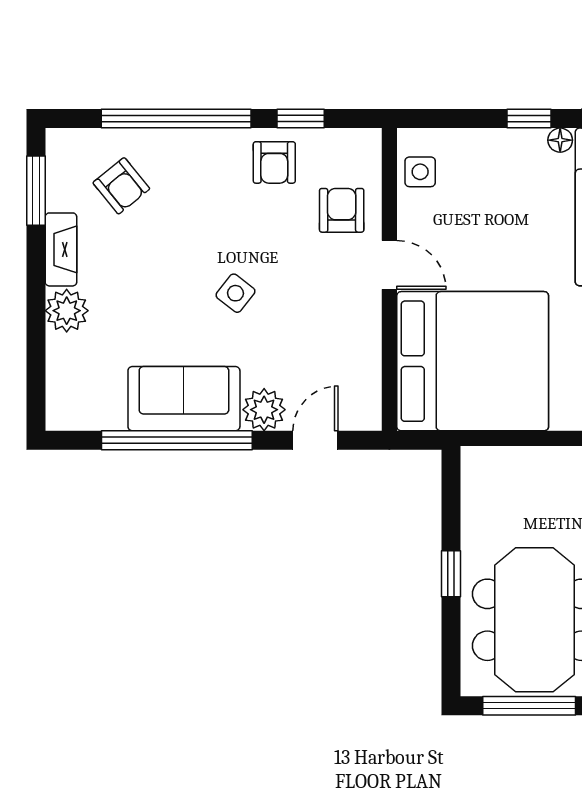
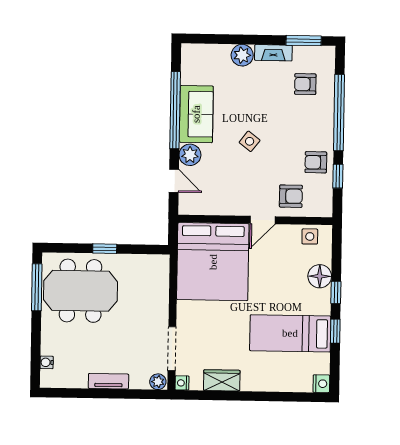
floor lamp: (560, 140) -> (320, 276), moved, width x1.89, depth x1.89
armchair: (121, 186) -> (305, 84), turned 39

